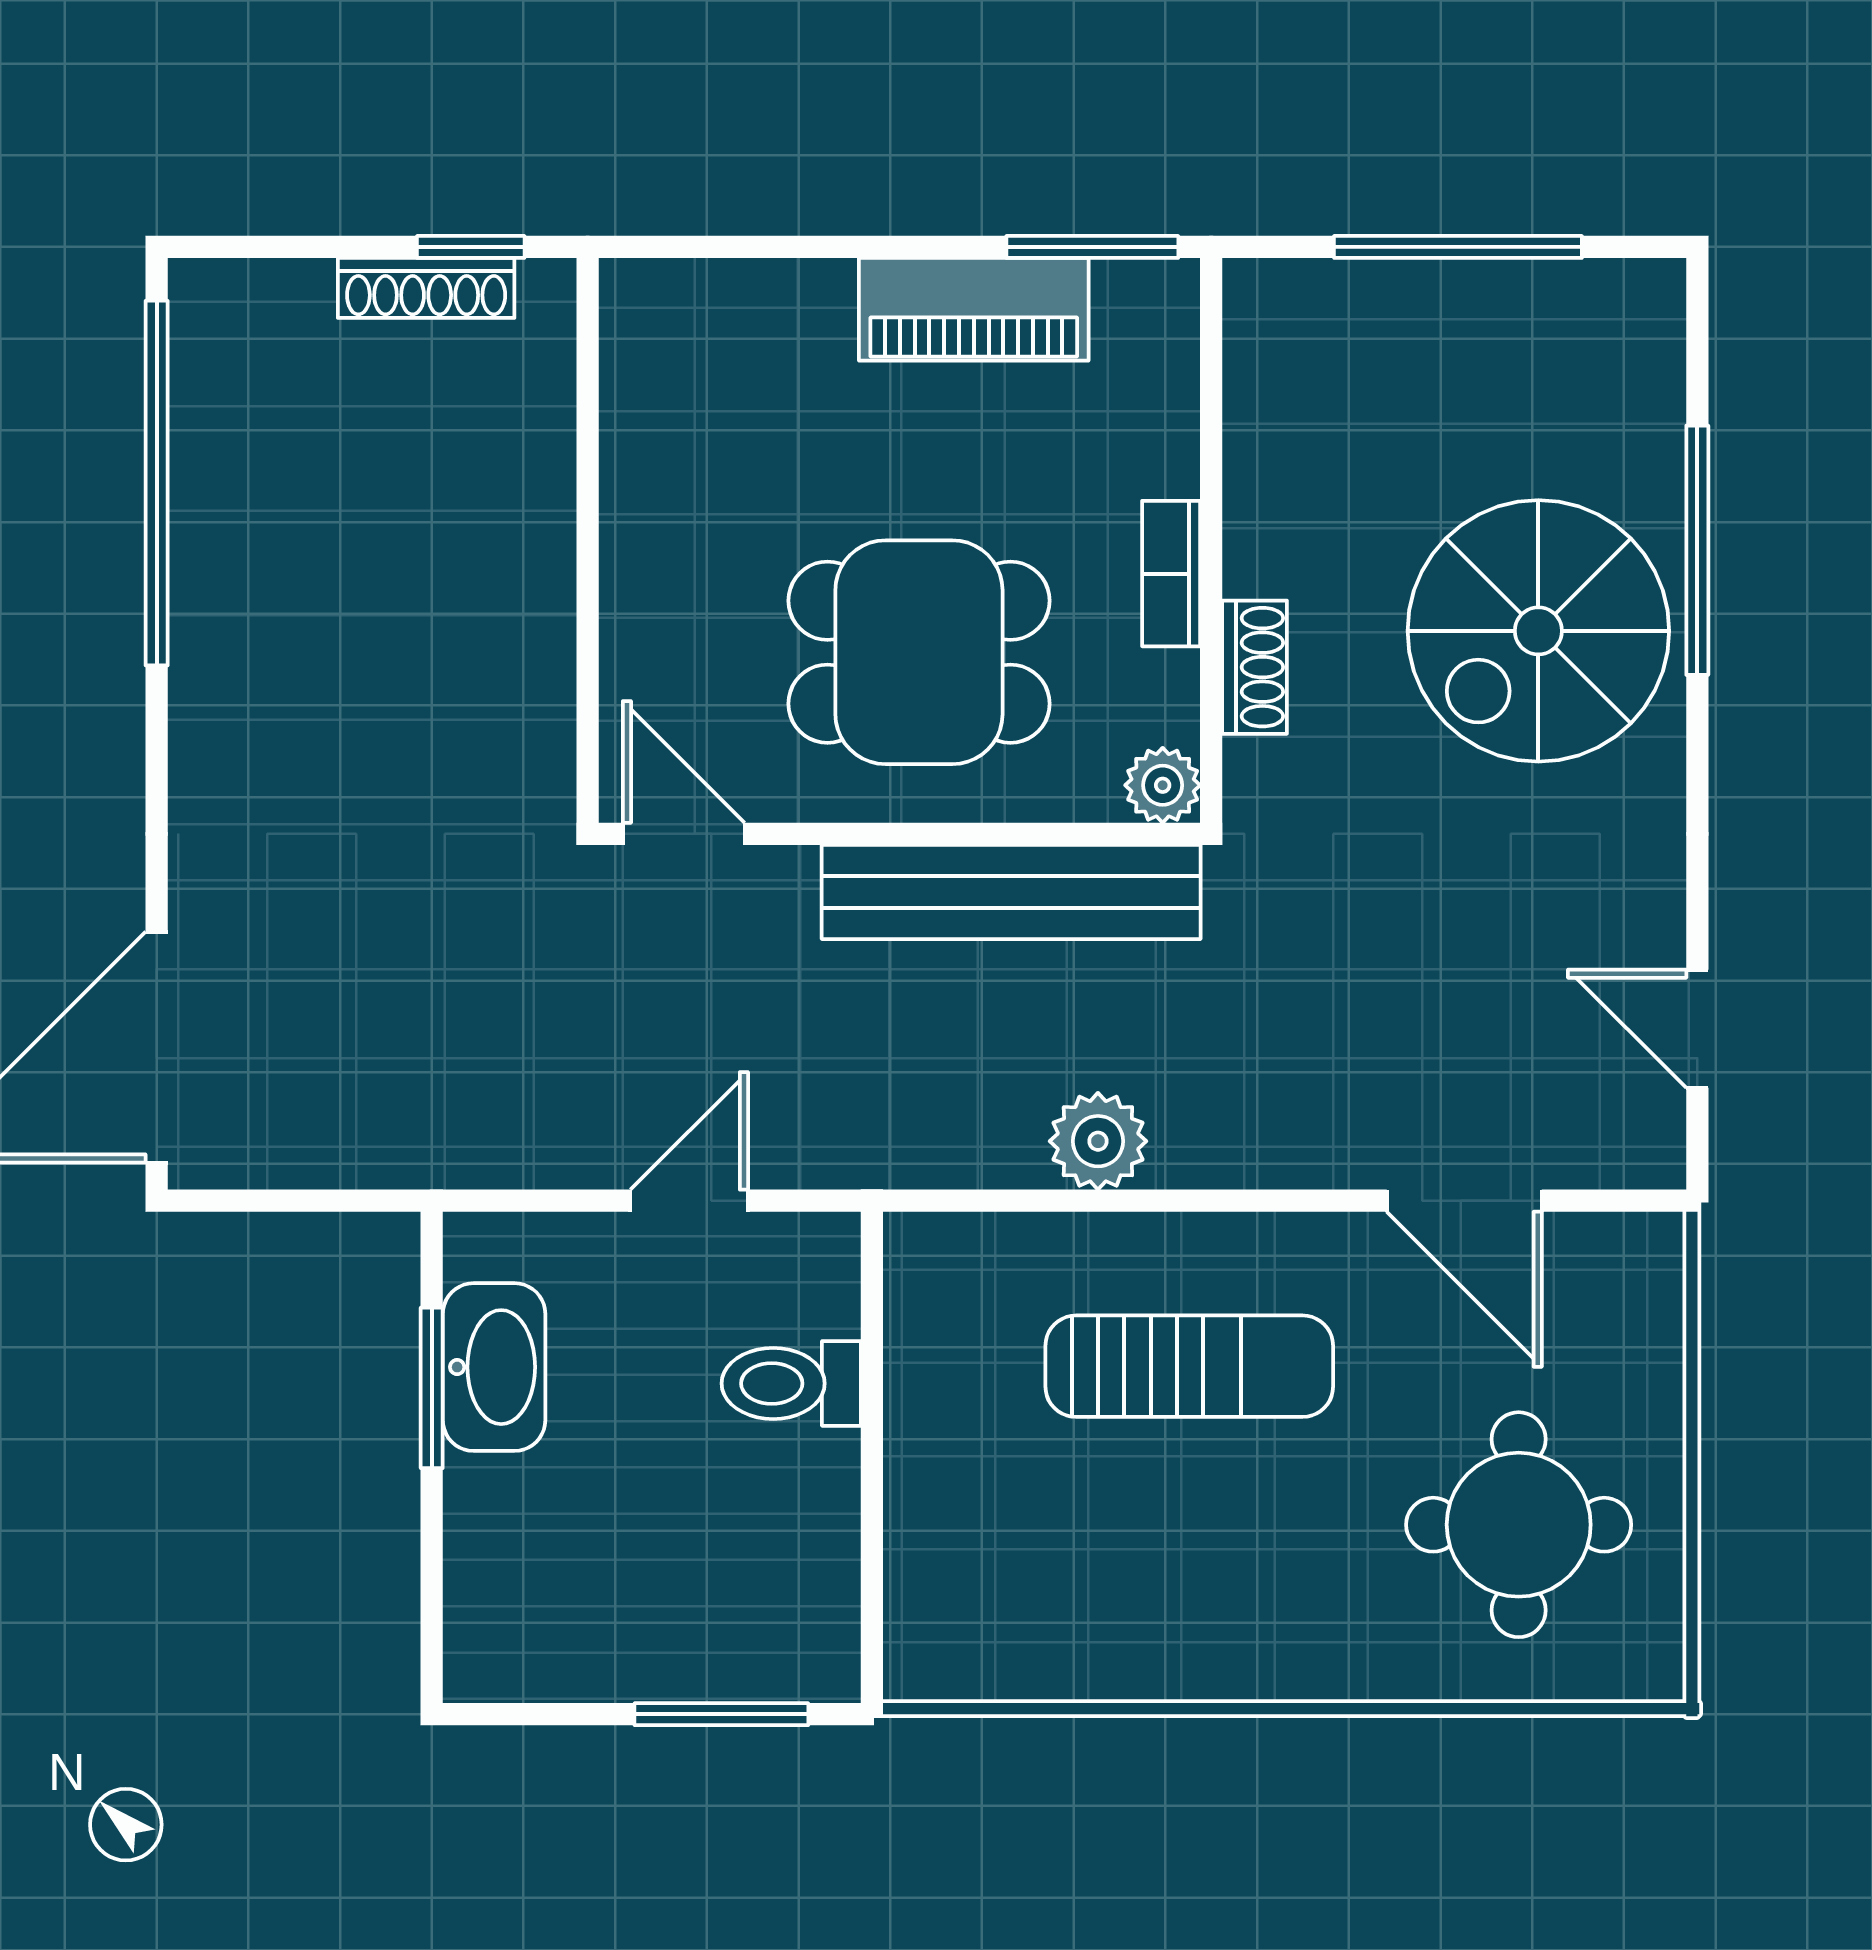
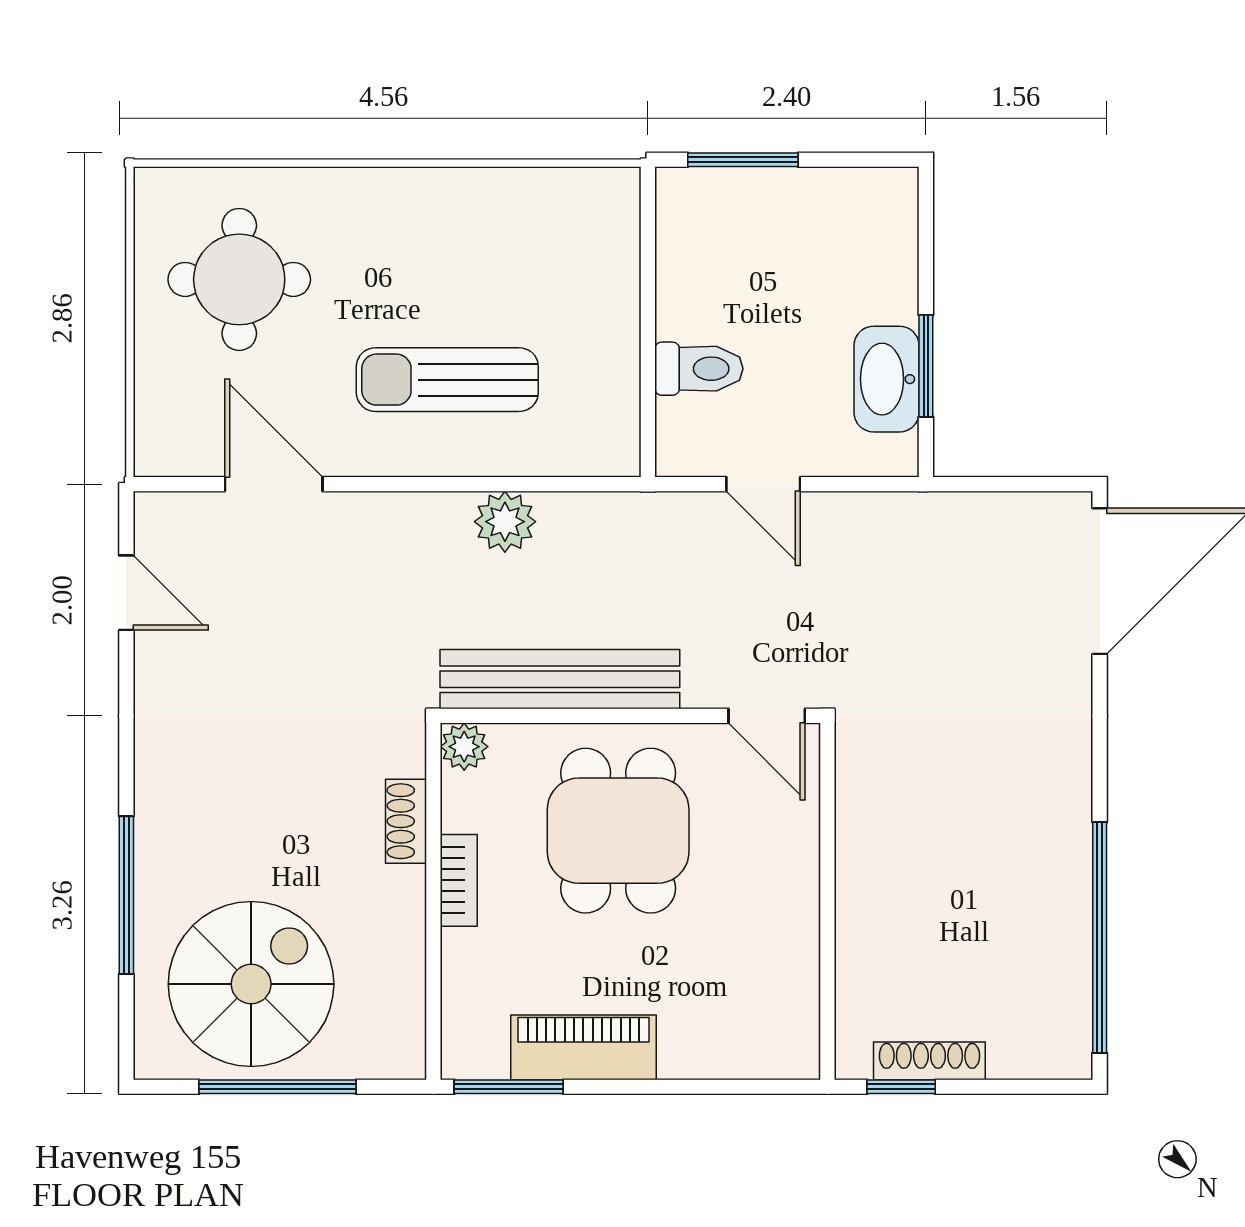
spiral stairs: (1538, 631) -> (251, 984), moved
dining table: (919, 652) -> (618, 831), turned 90
door: (689, 1201) -> (763, 484), hinge flipped

